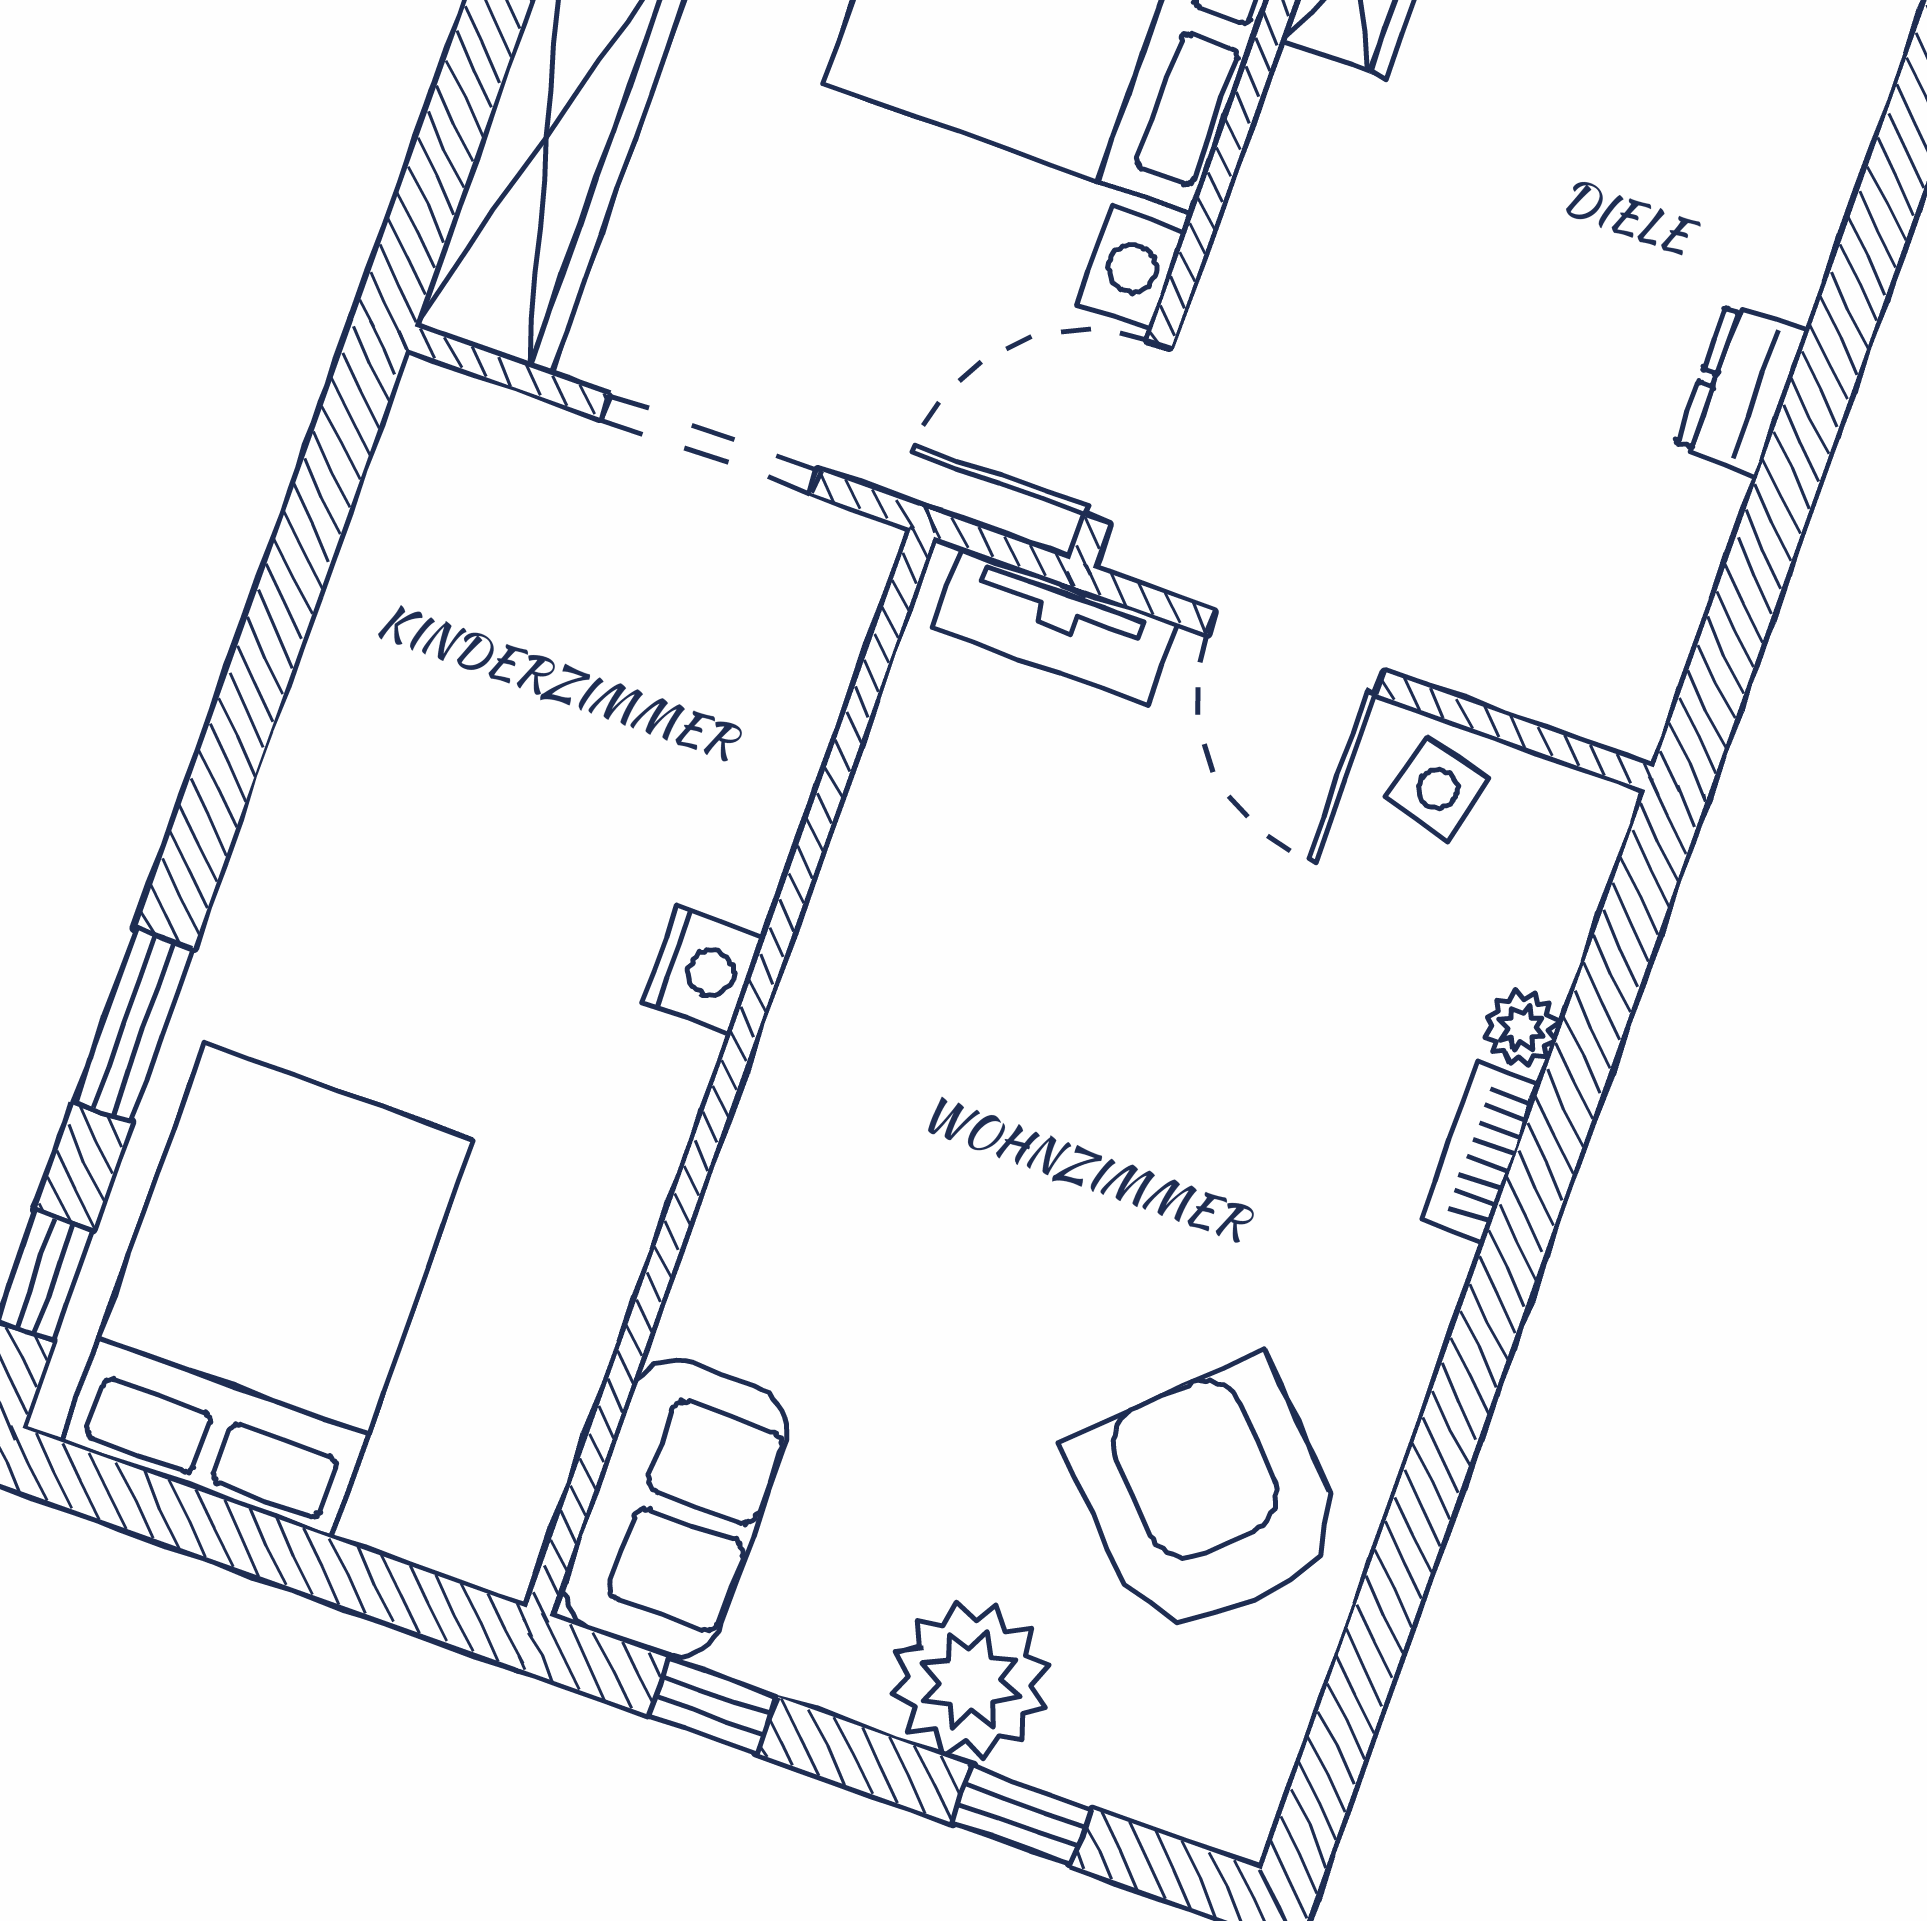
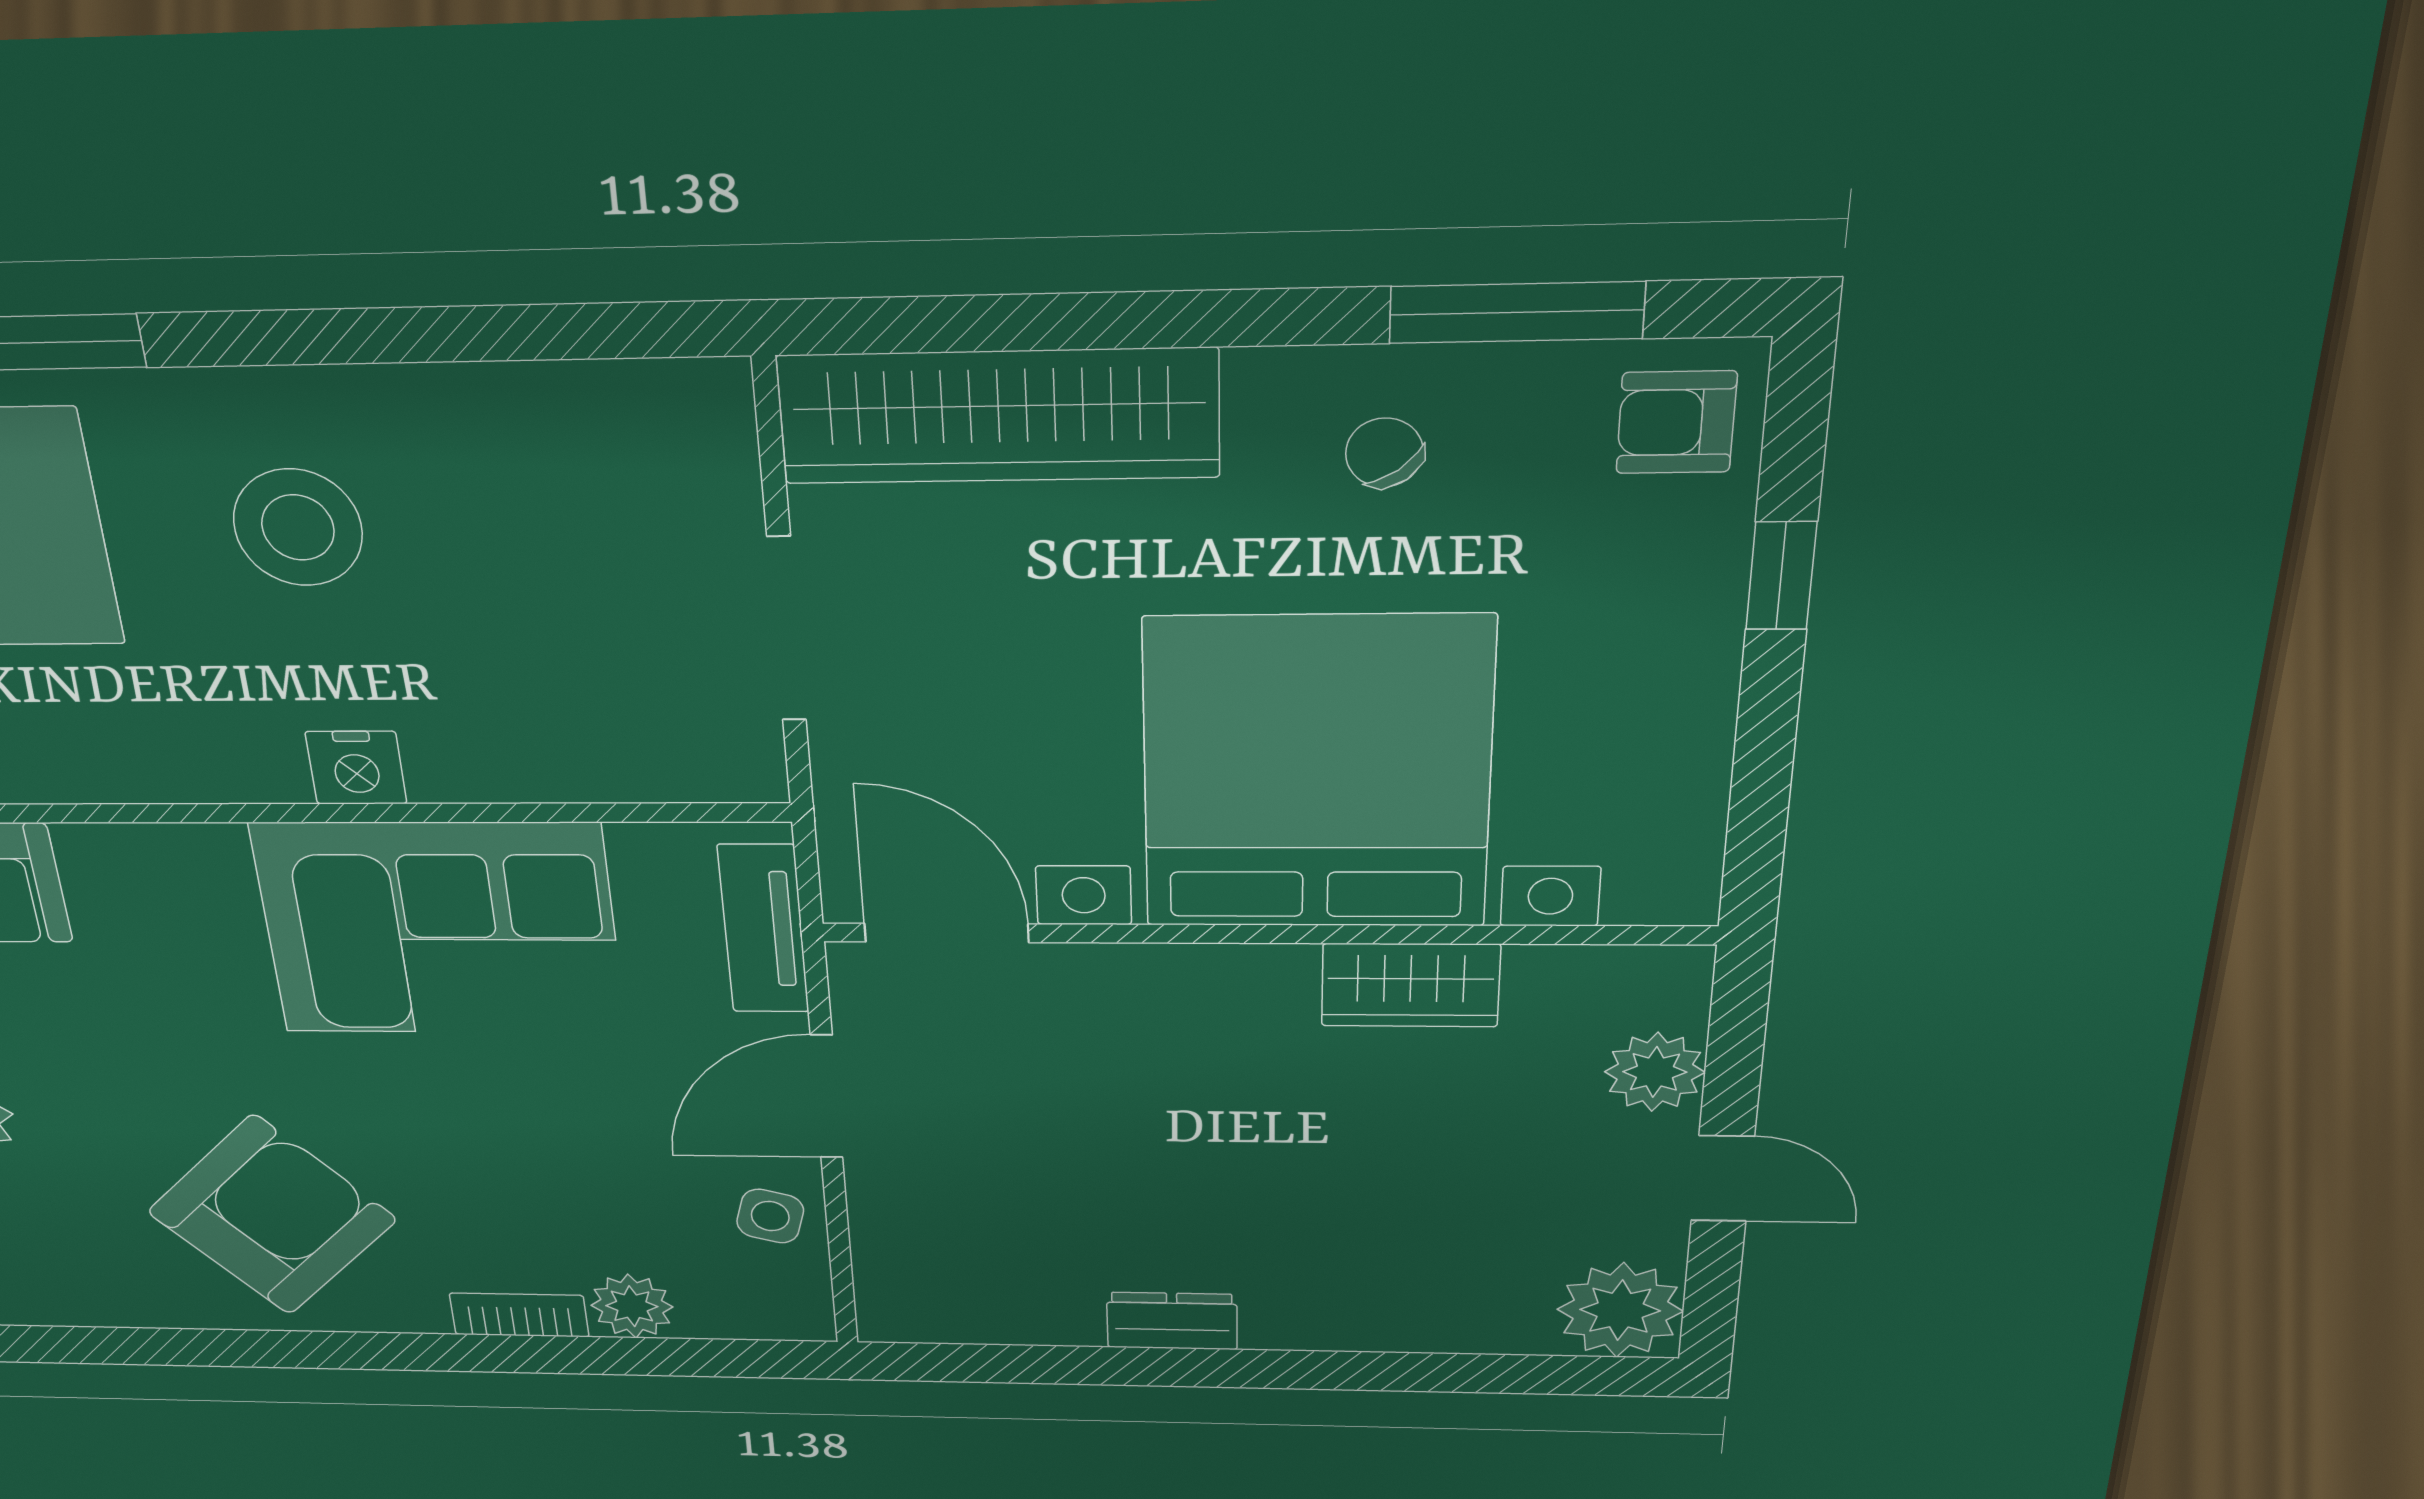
stool: (415, 888) -> (298, 527), added
corner sofa: (930, 980) -> (440, 929), added
plant: (1521, 1028) -> (632, 1306), width x1.38, depth x1.38
armchair: (1208, 1498) -> (272, 1216), moved

